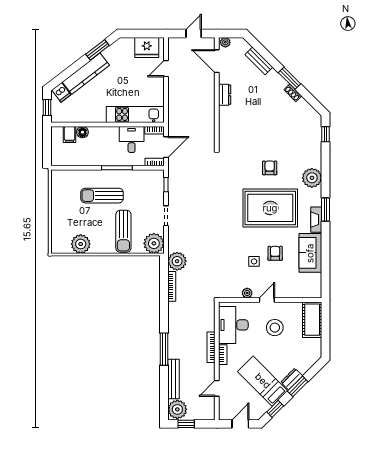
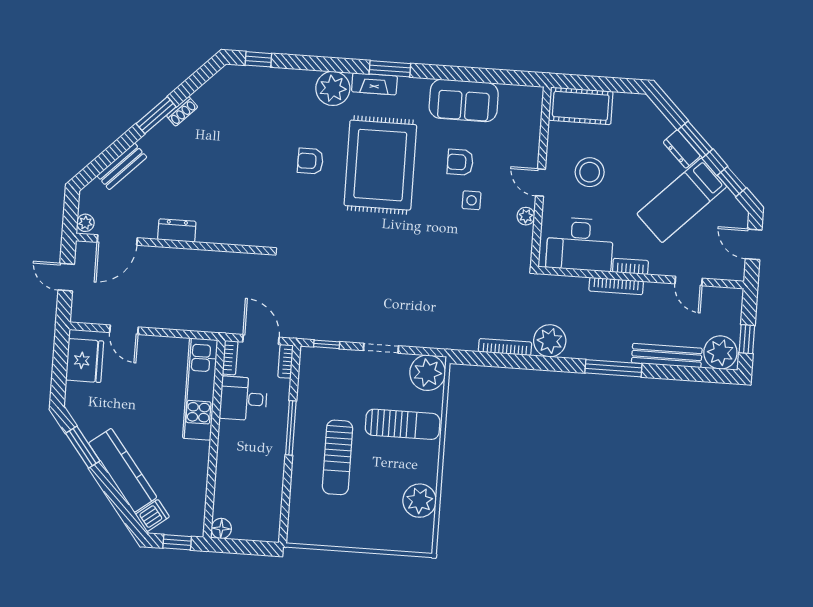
floor lamp: (82, 132) -> (221, 529), moved
filing cabinet: (70, 135) -> (227, 506), removed
fireplace: (316, 220) -> (374, 84), moved
plant: (177, 261) -> (550, 341), moved

